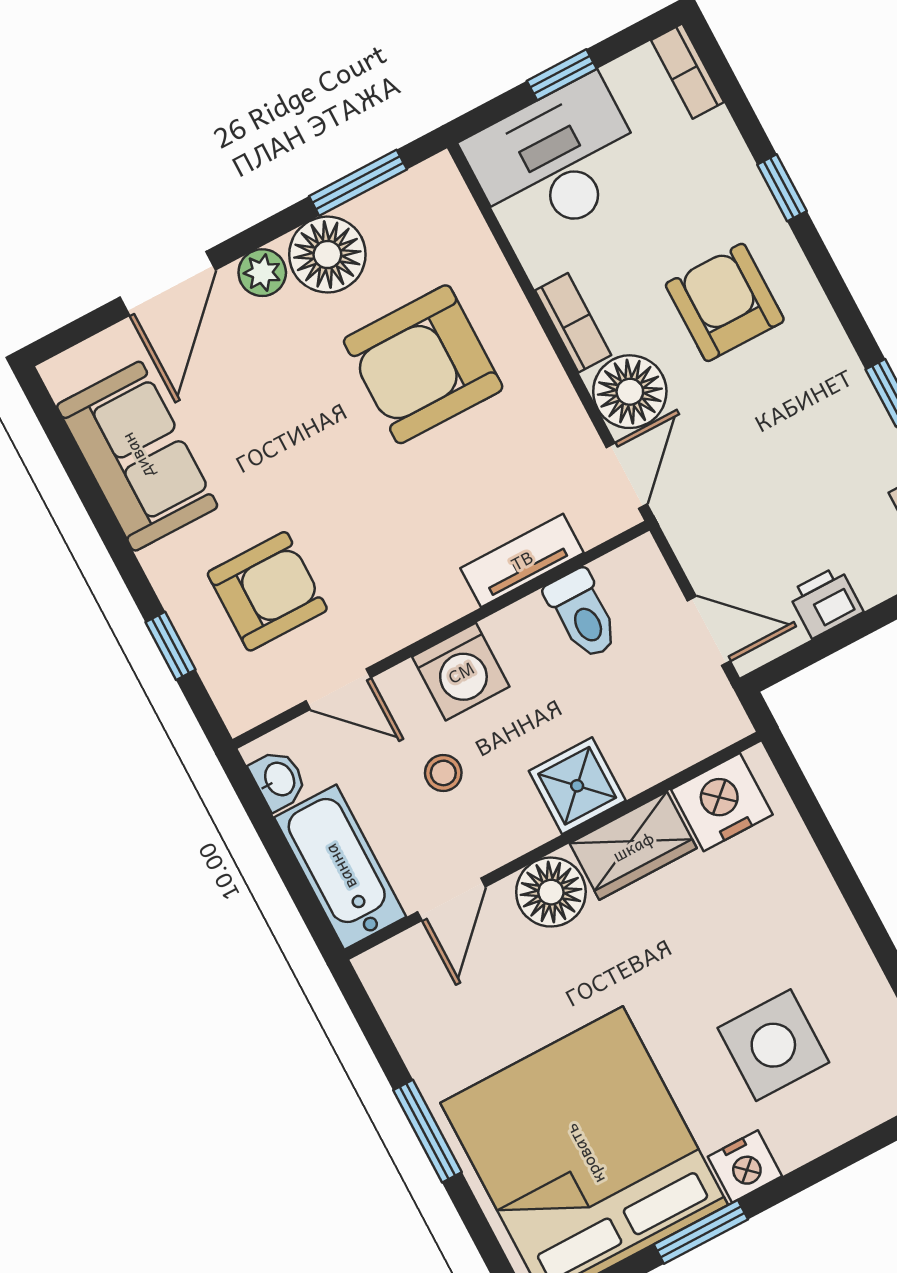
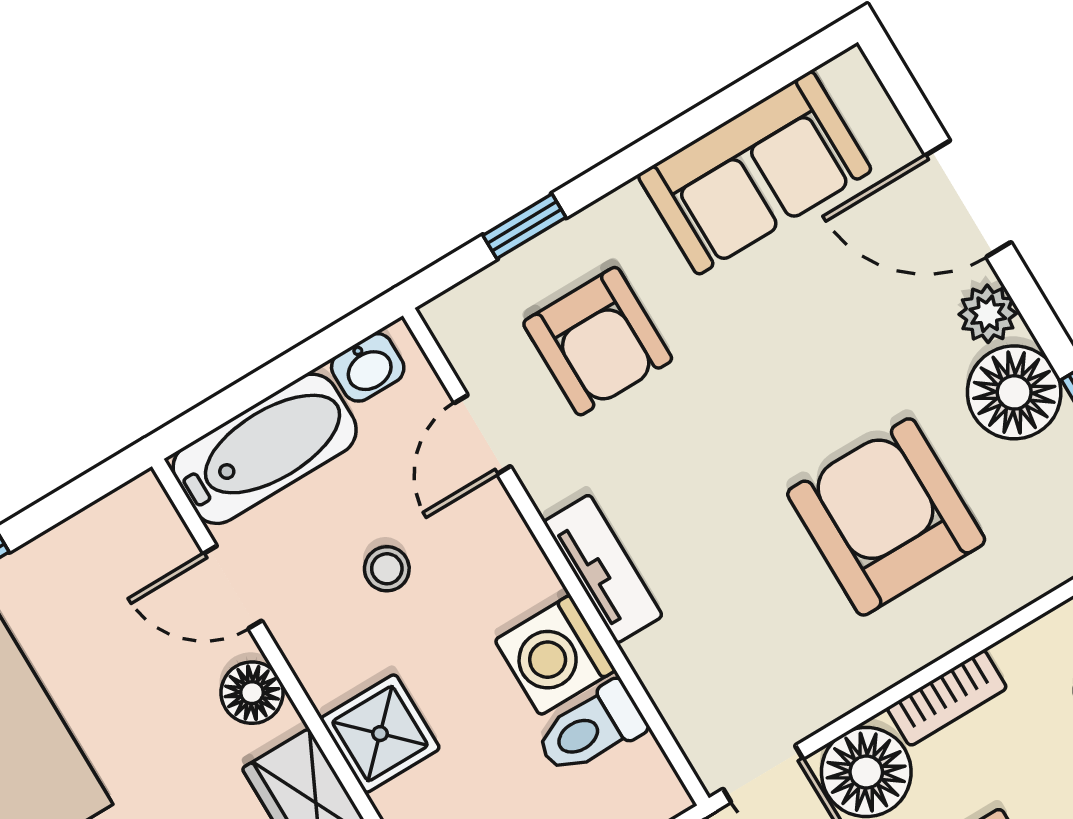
tv unit: (522, 560) -> (603, 569), moved
washing machine: (461, 672) -> (555, 655), moved
floor lamp: (551, 892) -> (252, 693), width x0.73, depth x0.73

